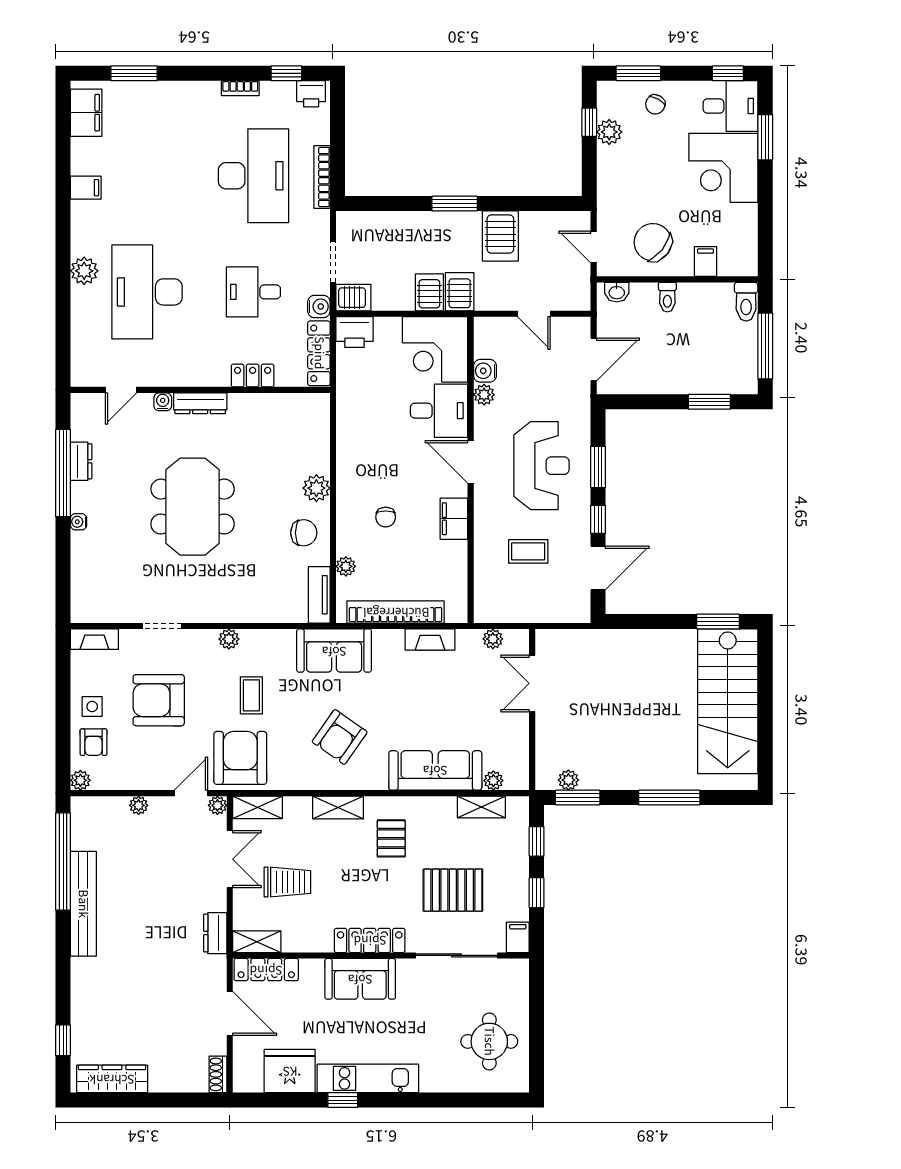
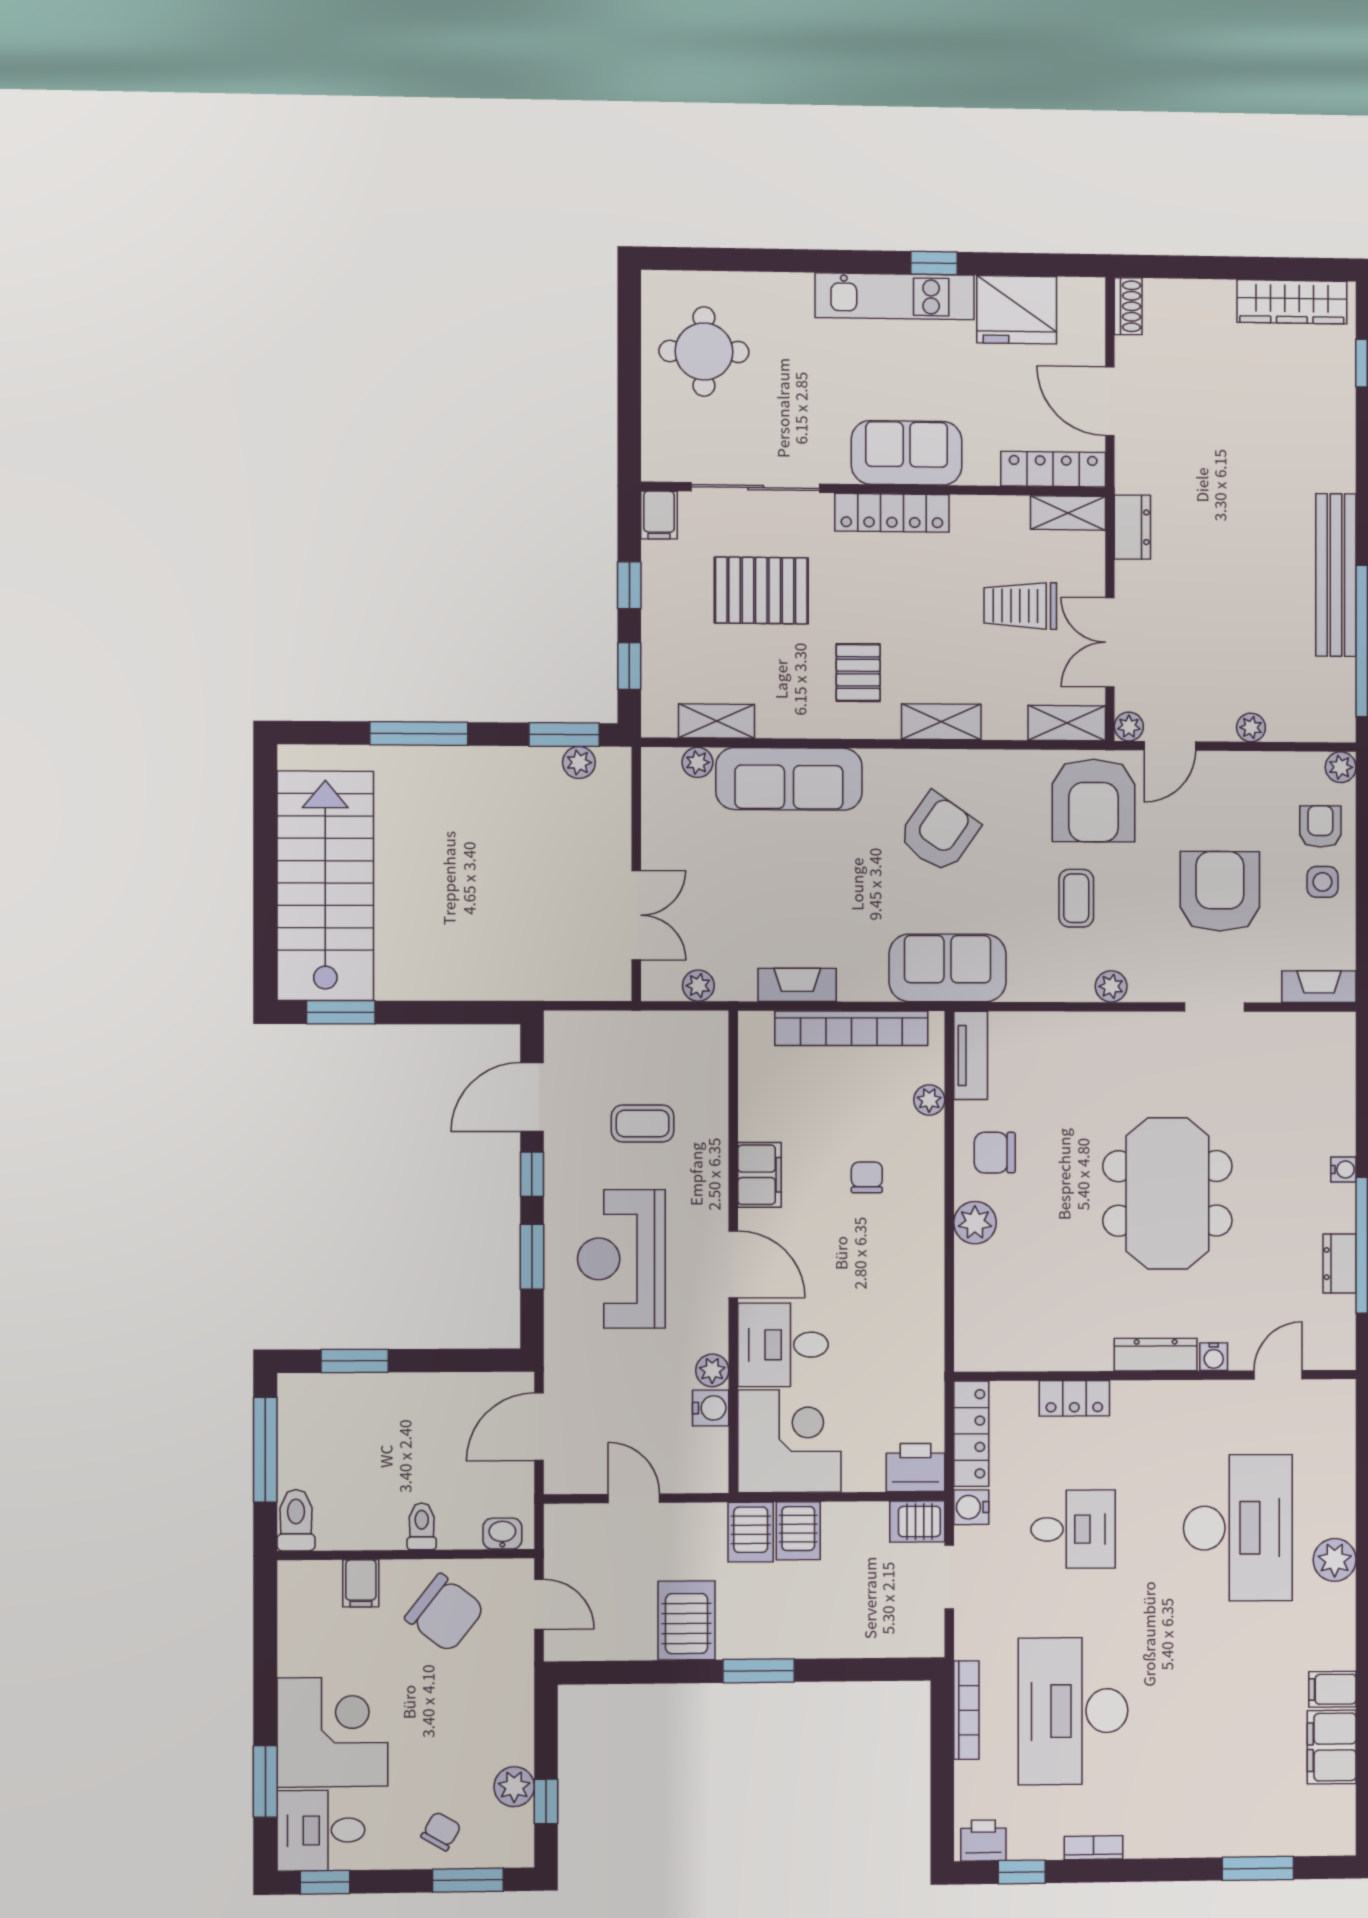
filing cabinet: (86, 113) -> (1332, 1747), moved
armchair: (159, 700) -> (1220, 891), turned -90

